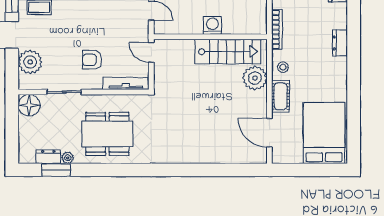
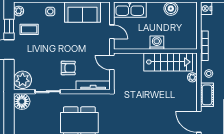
armchair: (92, 60) -> (68, 68), turned 180
plant: (30, 62) -> (23, 80), moved
plant: (255, 78) -> (192, 77), width x0.53, depth x0.53

